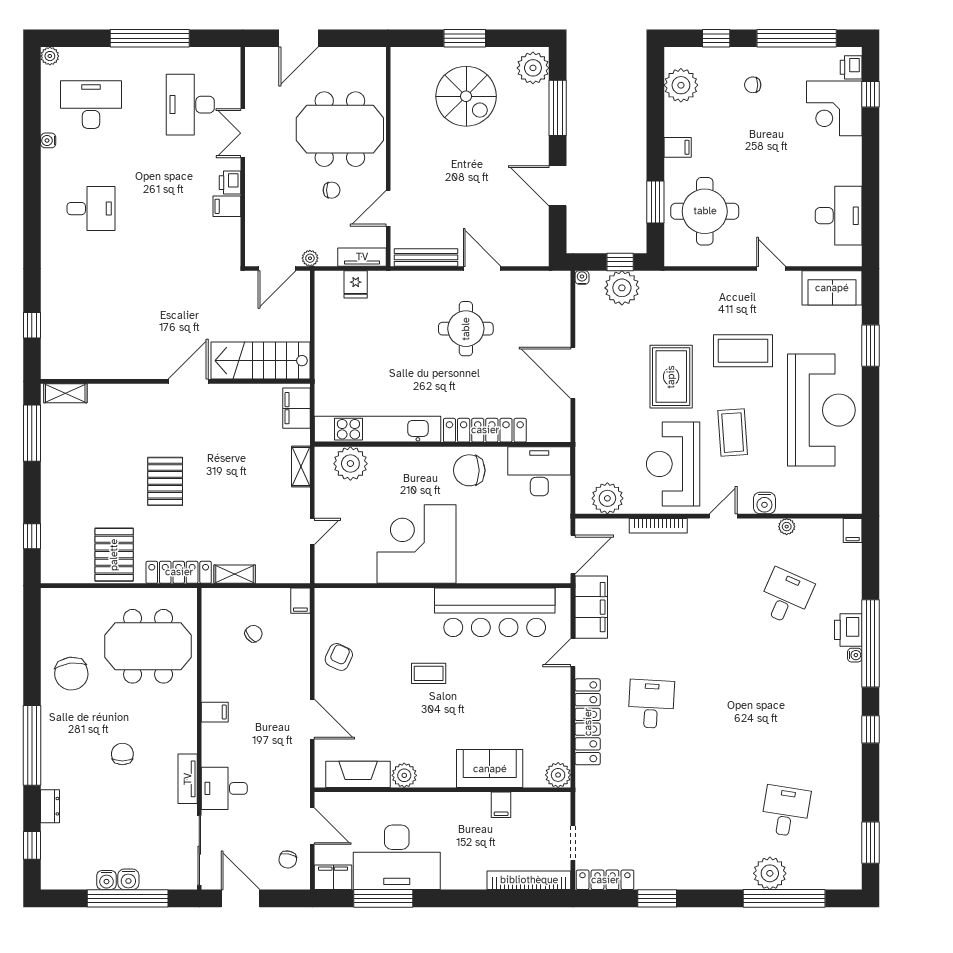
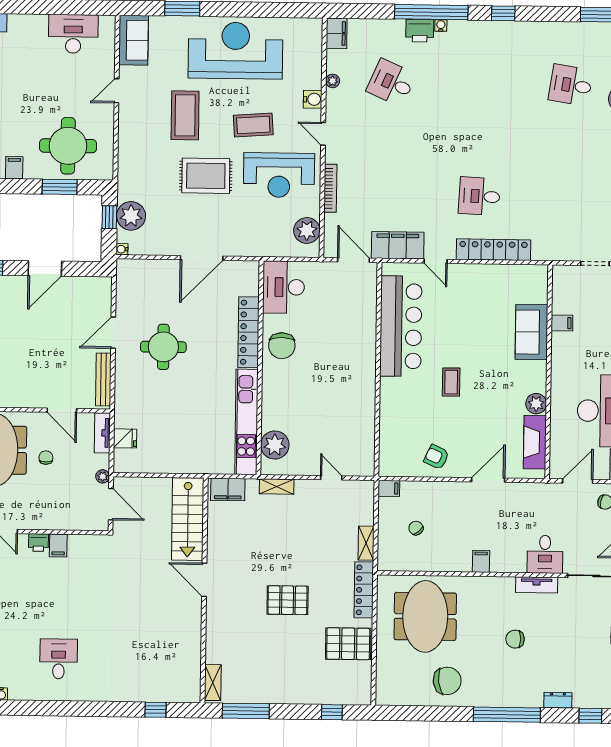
filing cabinet: (853, 530) -> (337, 33), width x2.00
corner desk: (417, 544) -> (343, 391), removed
plant: (558, 775) -> (538, 275), removed

